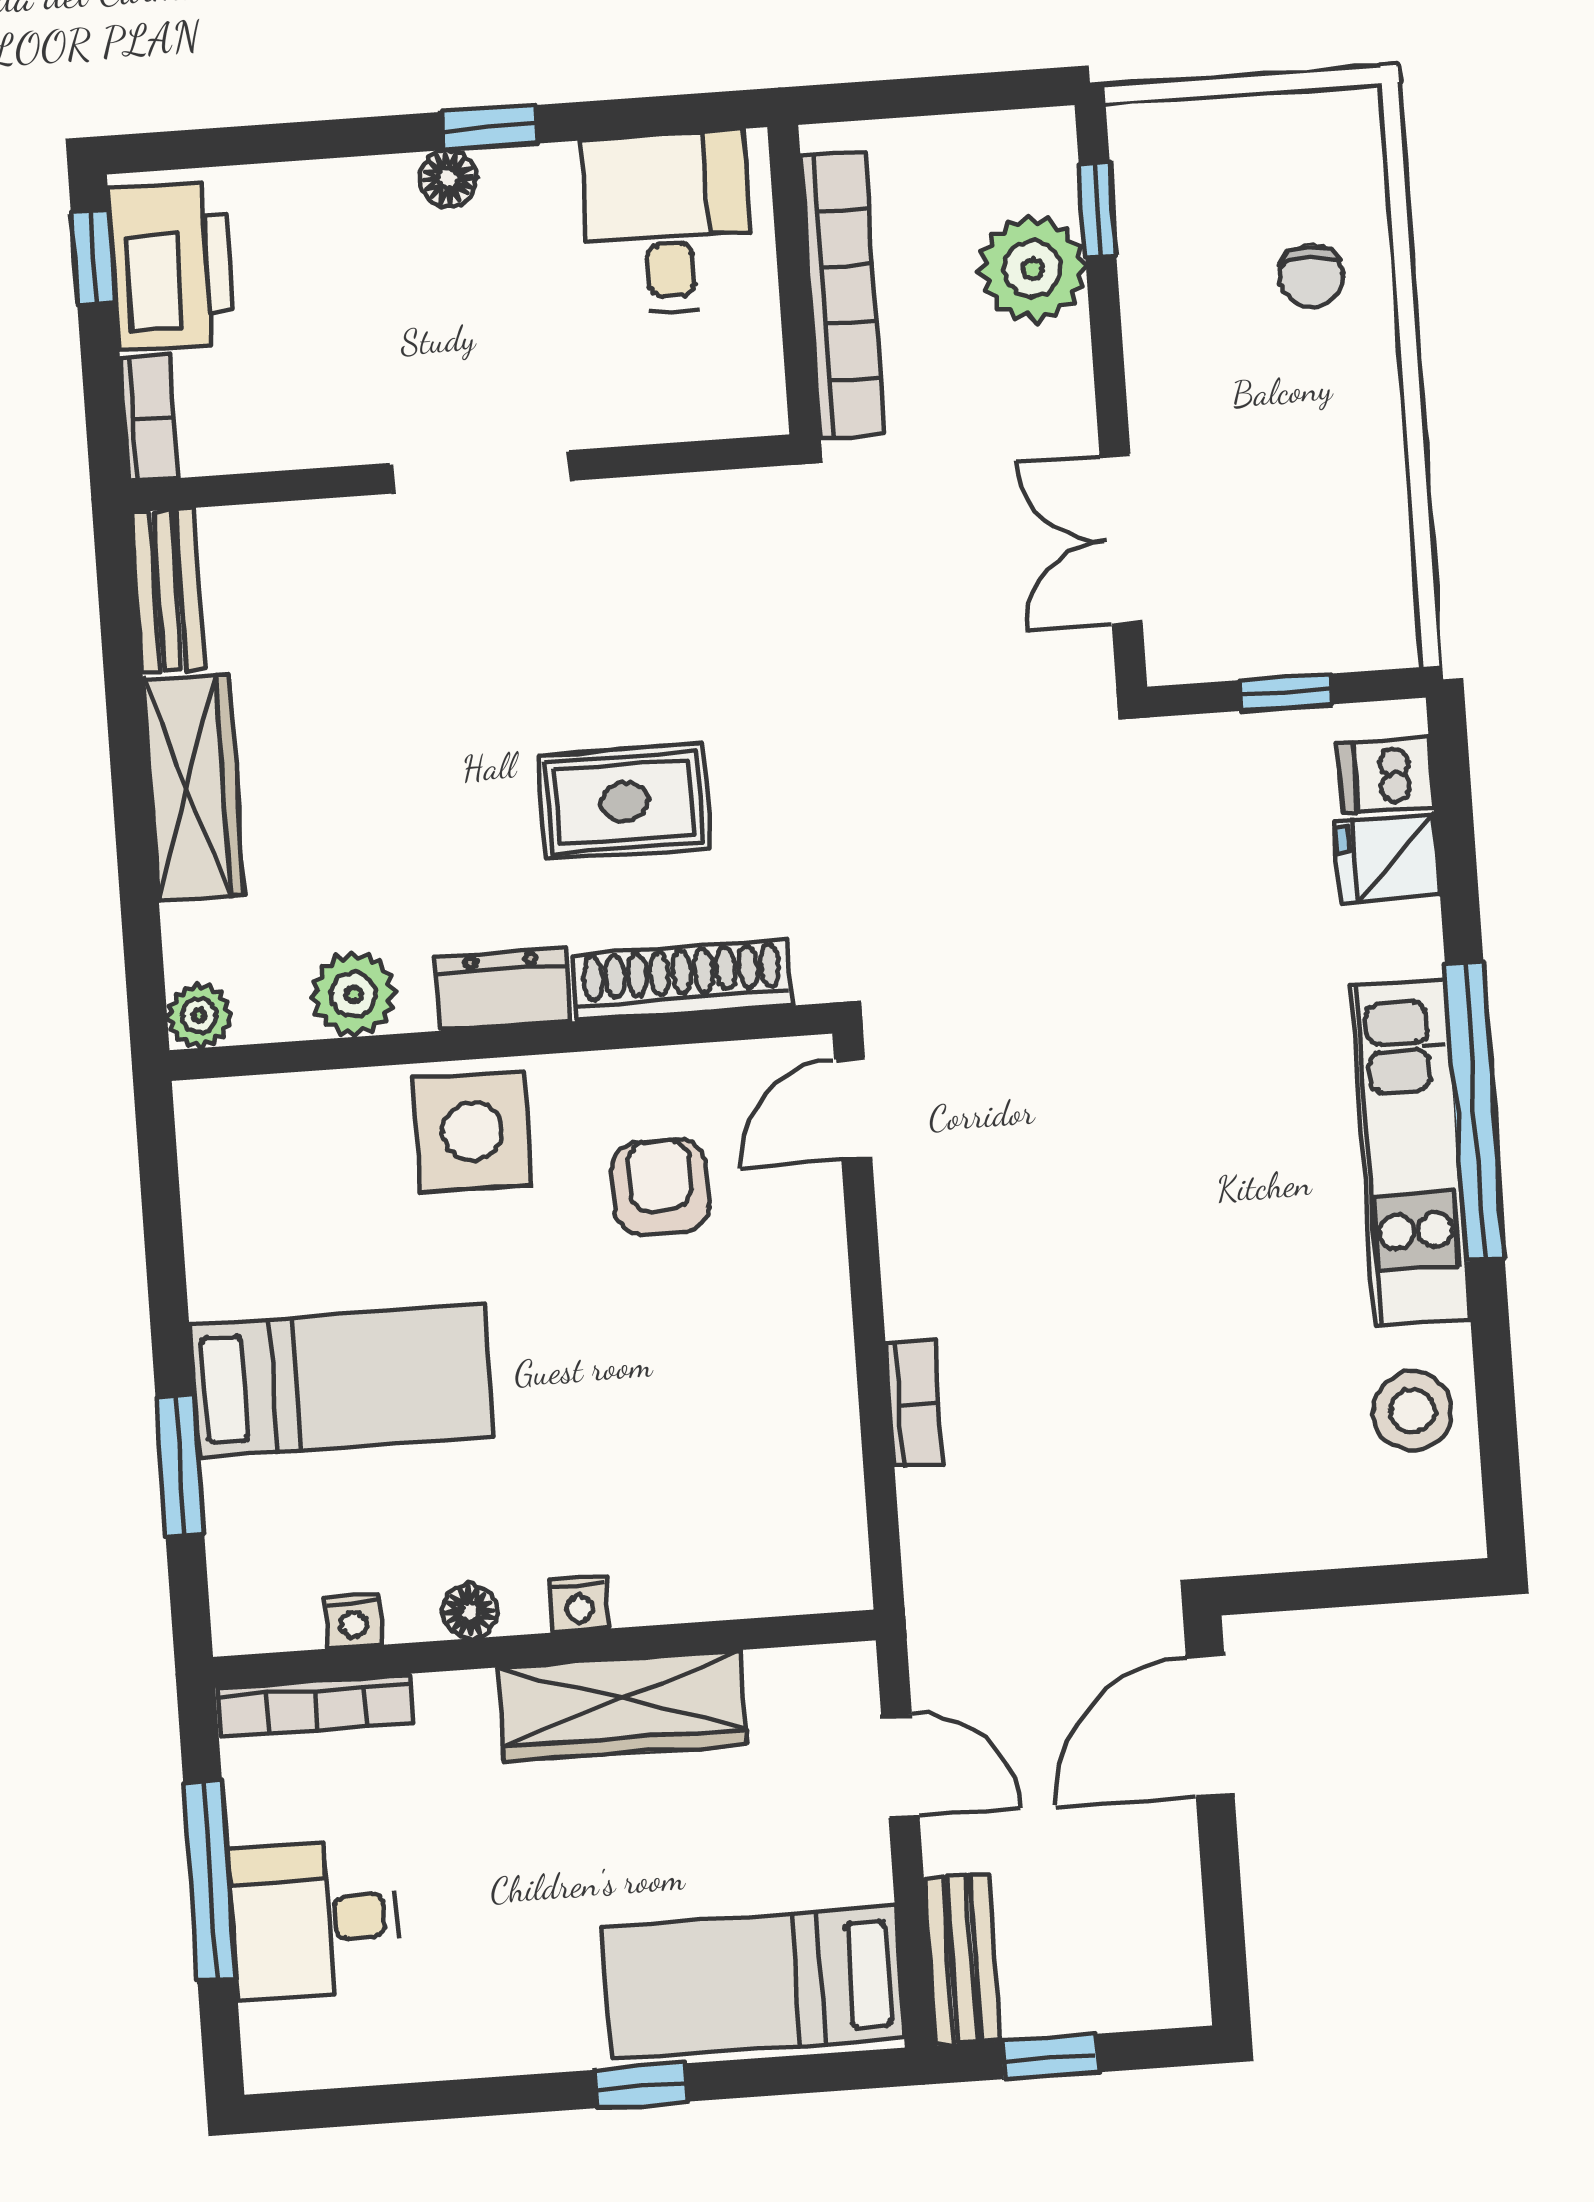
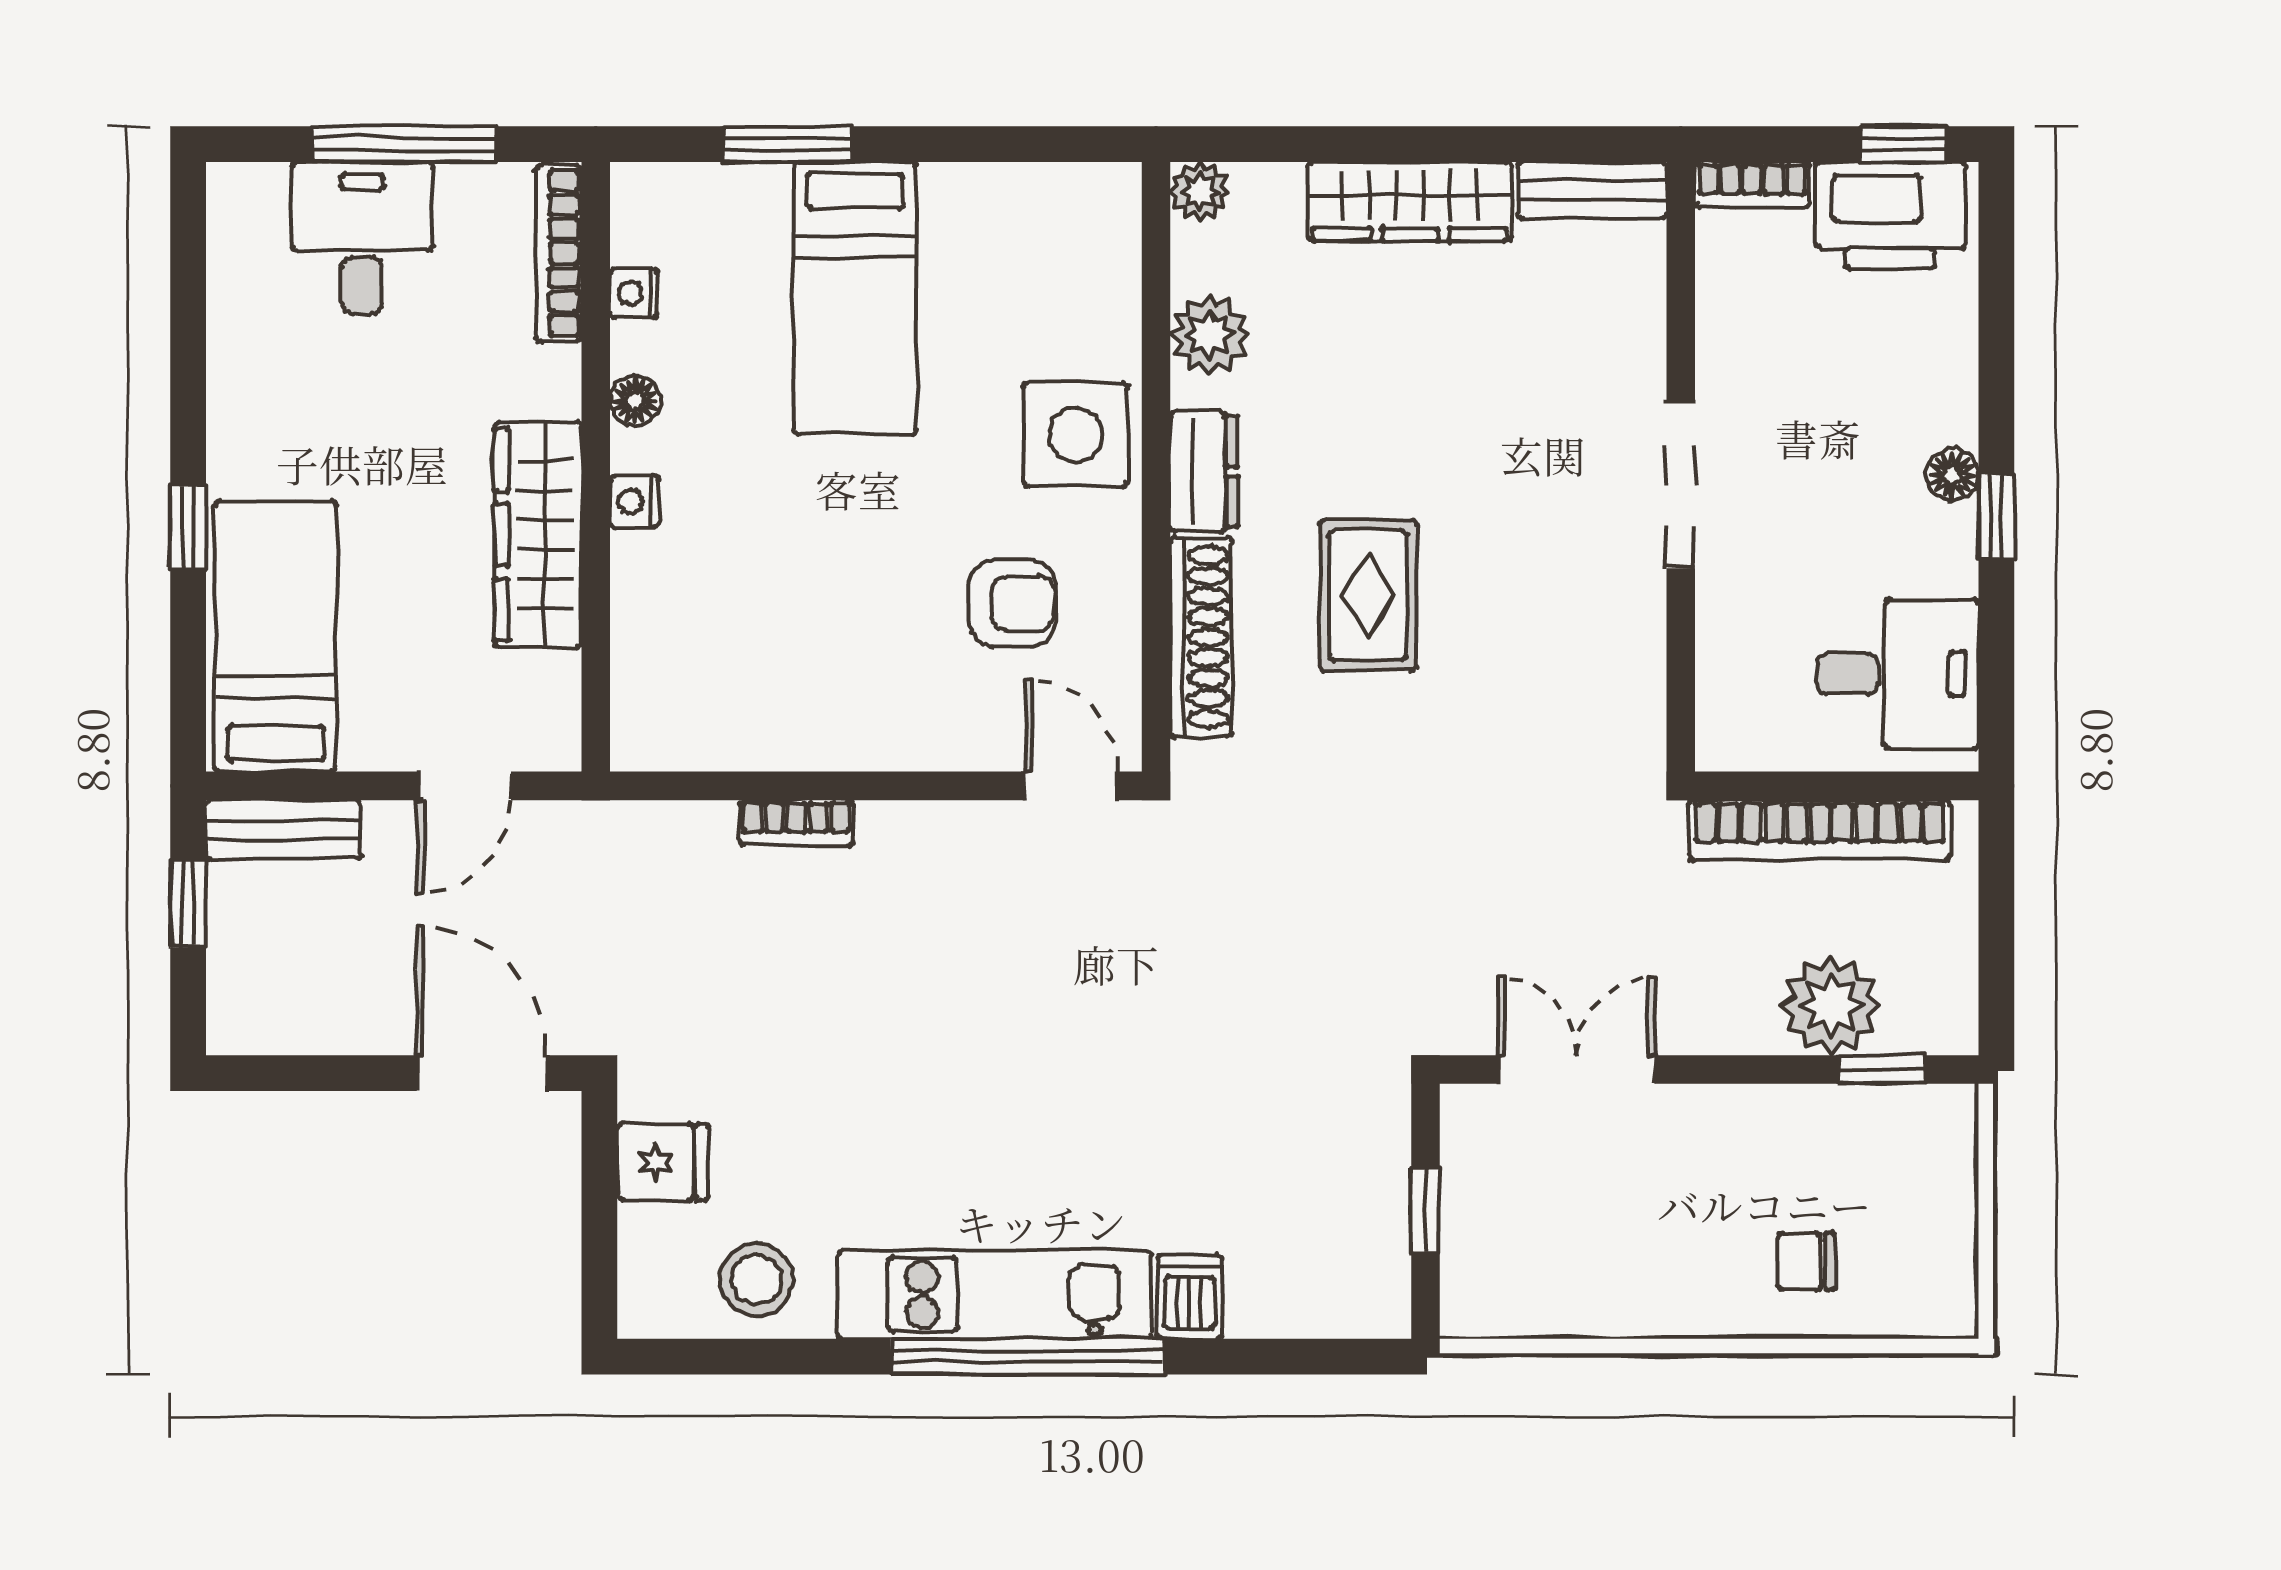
dishwasher: (1386, 775) -> (1190, 1297), moved
fridge: (1388, 858) -> (663, 1162), moved, turned 90

